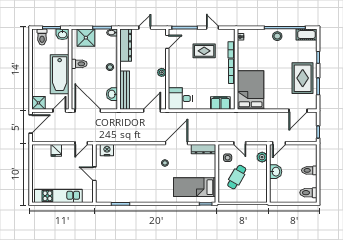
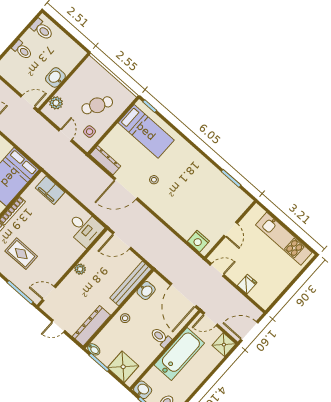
toilet: (79, 64) -> (161, 337), moved

